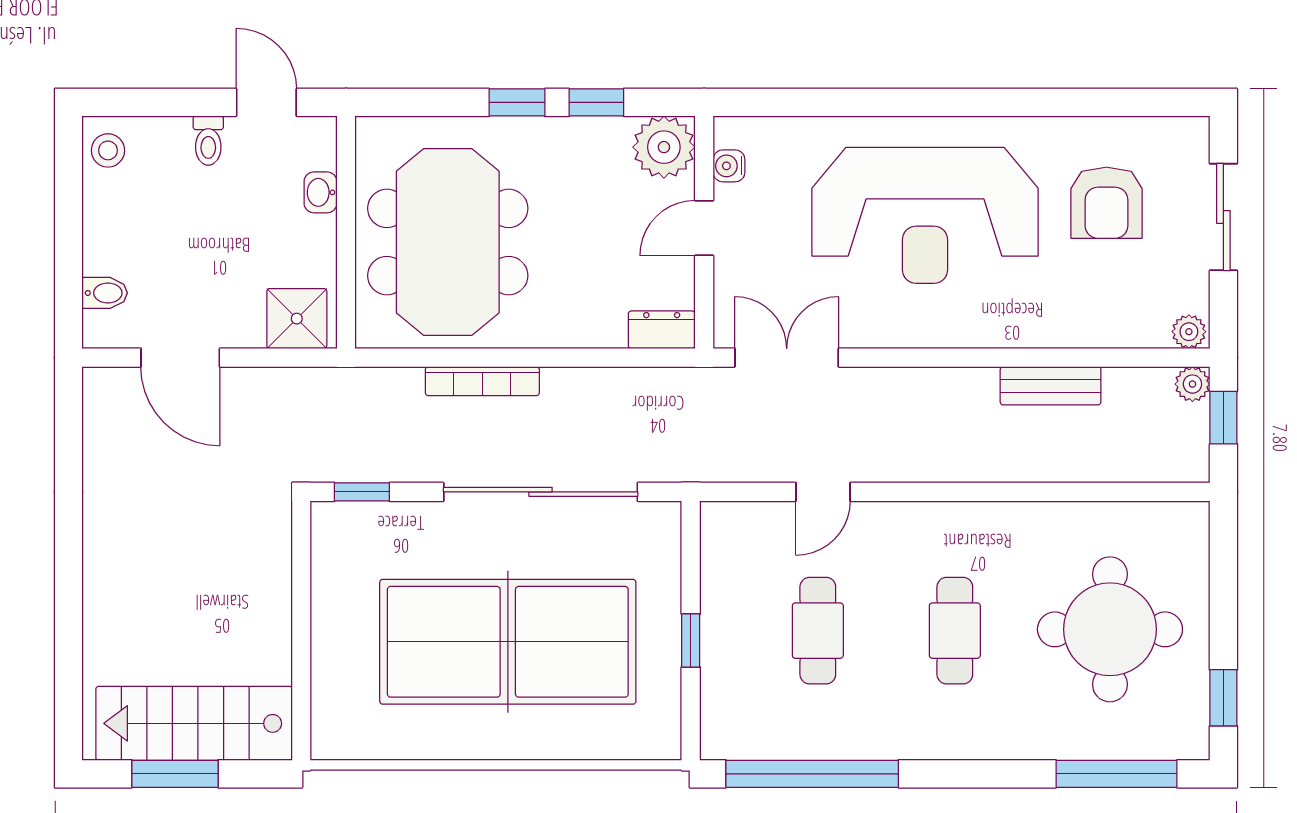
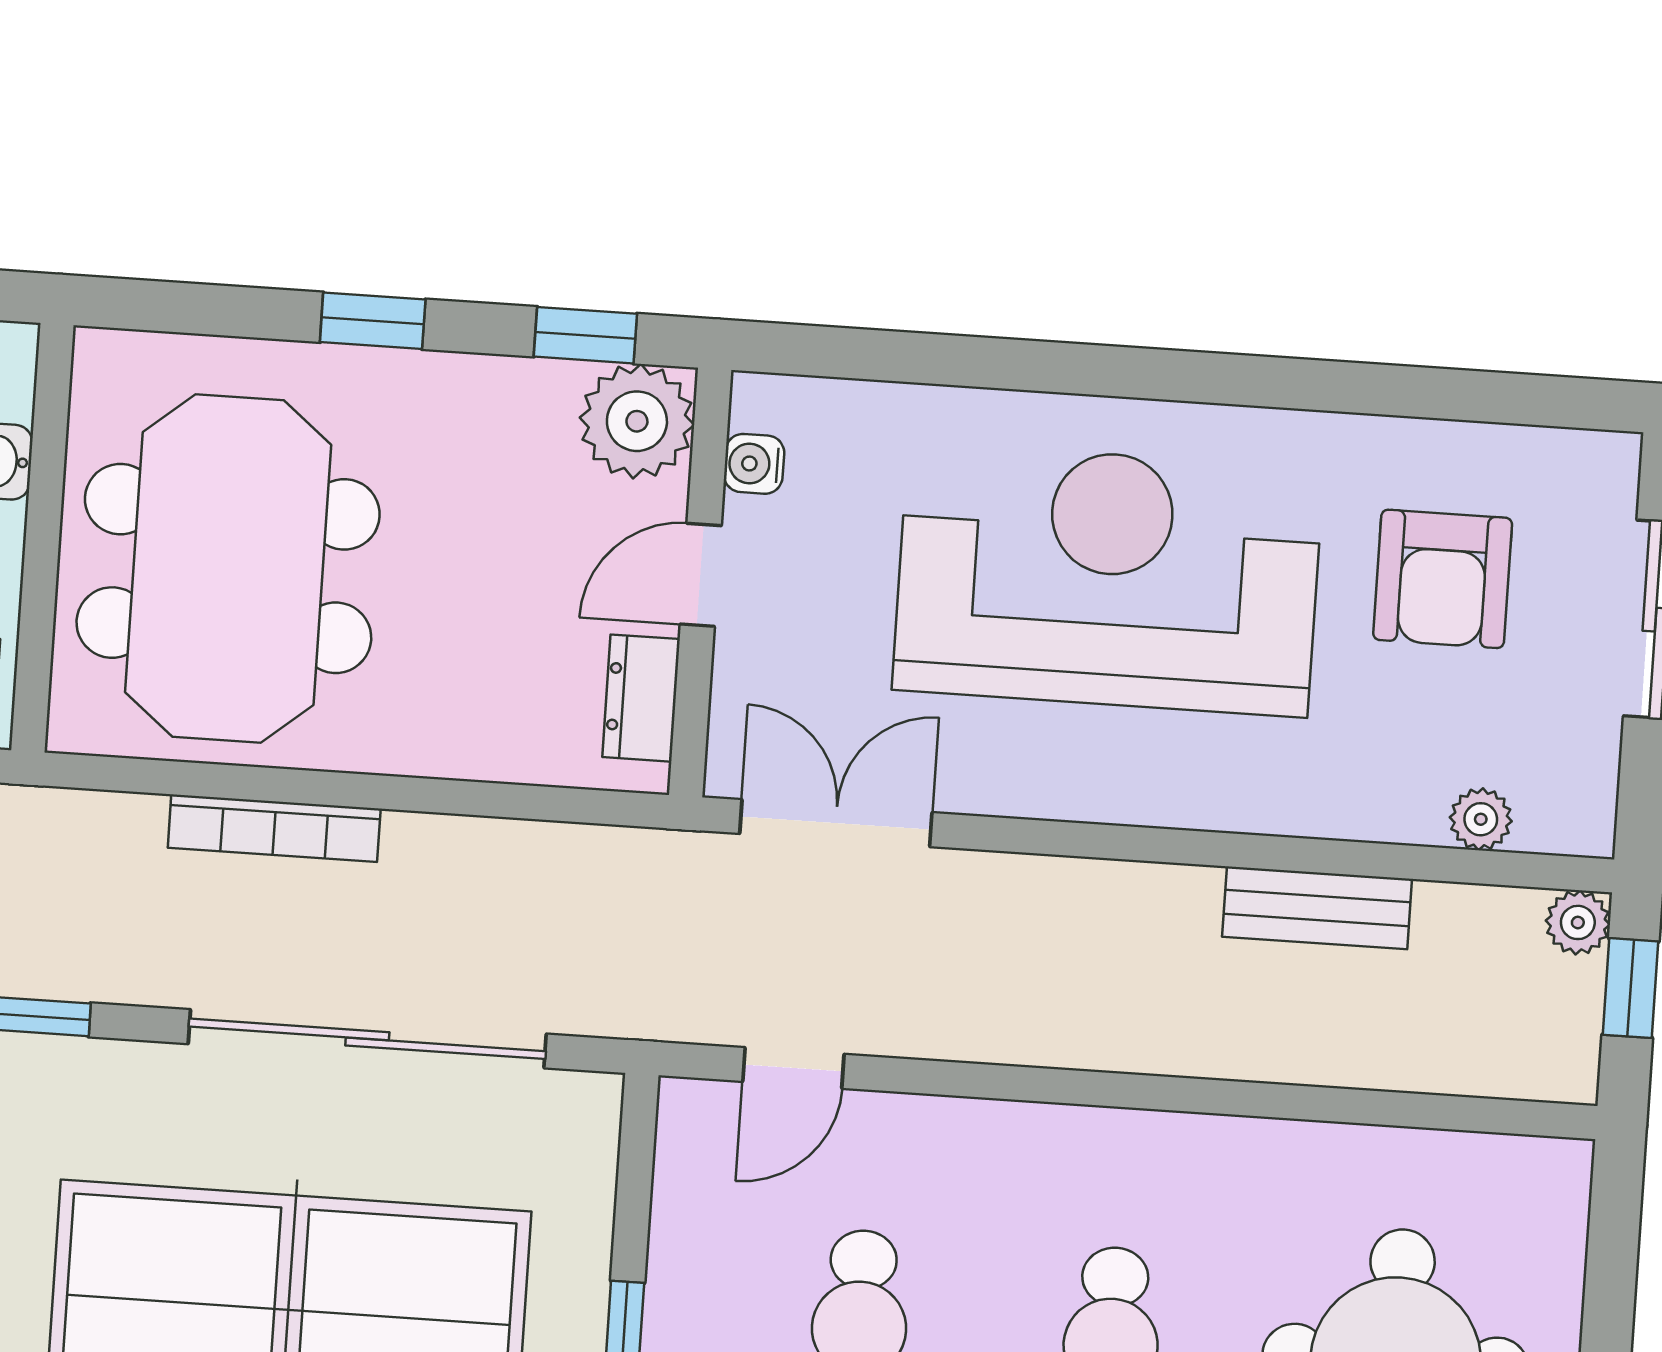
window: (596, 102) -> (585, 335), moved
reception desk: (925, 215) -> (1108, 579), turned 180
dresser: (662, 330) -> (641, 698), moved, turned -90
plant: (1189, 332) -> (1481, 819), moved
door: (823, 492) -> (793, 1068), moved

